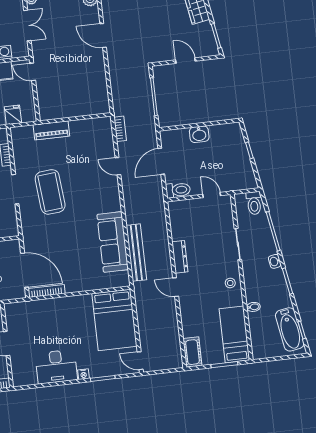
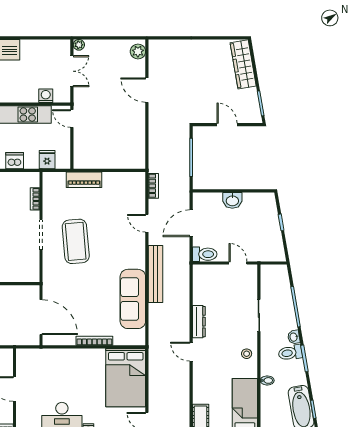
toilet: (254, 203) -> (290, 353), moved, turned 80
bench: (136, 253) -> (156, 274), moved
bookcase: (47, 291) -> (94, 341), moved

